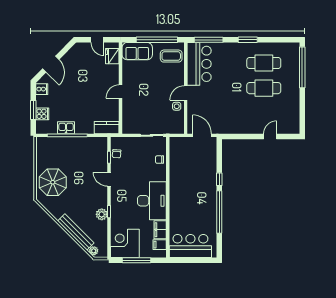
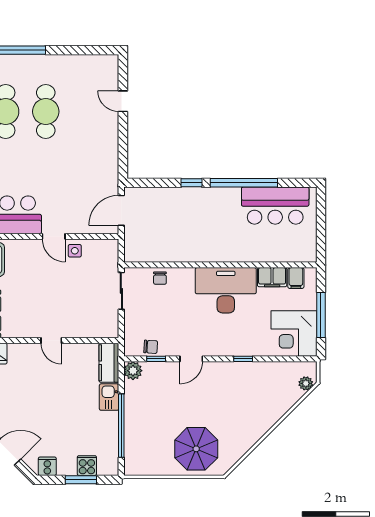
kitchen sink: (66, 128) -> (109, 397), moved
plant: (102, 214) -> (133, 371), moved
bench: (76, 232) -> (276, 412), removed
bar counter: (190, 246) -> (275, 206), moved, turned -90

